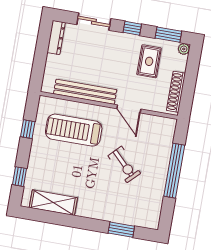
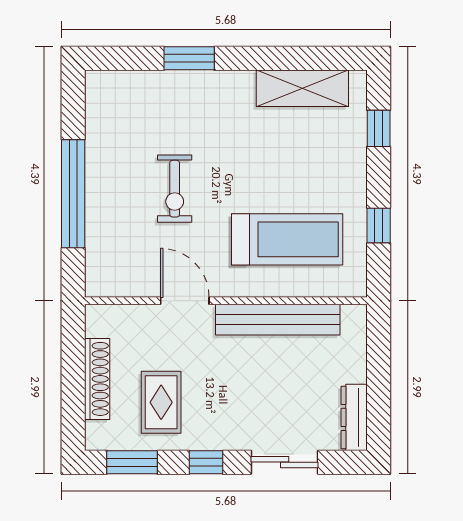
plant: (184, 49) -> (96, 439), removed
shoe rack: (176, 92) -> (97, 379), moved
exercise bike: (124, 164) -> (175, 189), turned -135
window: (121, 230) -> (189, 58), moved

